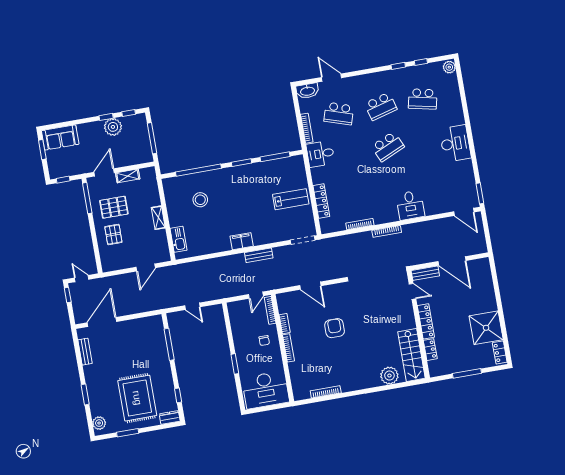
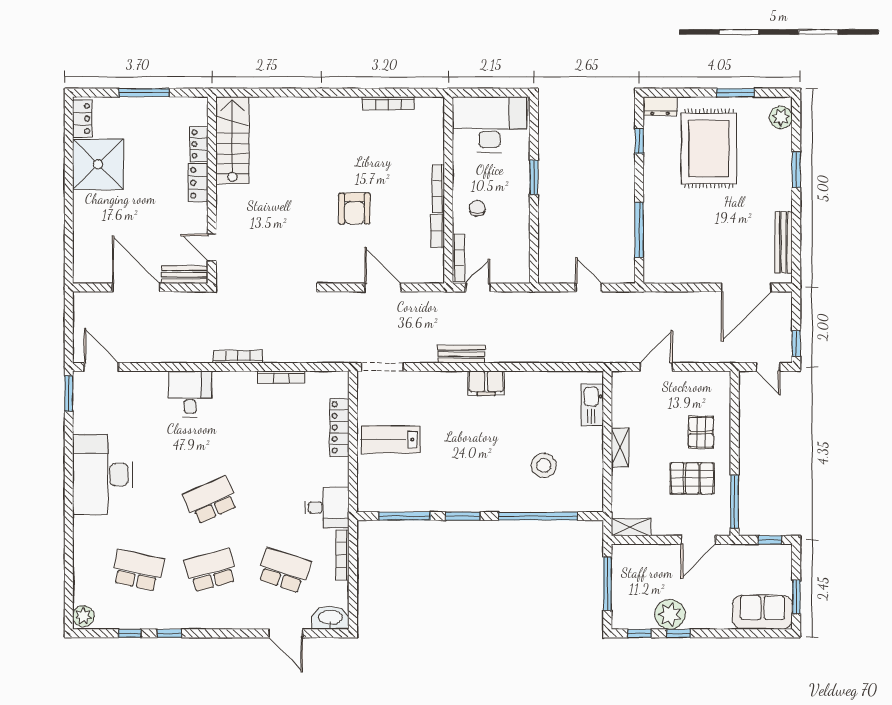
desk: (455, 143) -> (103, 475), width x1.36, depth x1.30
shelving: (128, 176) -> (631, 527), moved
locker: (426, 321) -> (198, 183), width x0.66
bench: (85, 352) -> (784, 242), width x1.36
plant: (389, 376) -> (276, 112), removed

